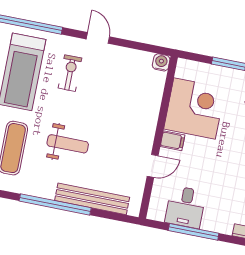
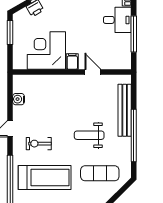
water cooler: (161, 62) -> (18, 99), moved
weight bench: (68, 144) -> (89, 135), turned -90
desk: (185, 207) -> (117, 20), moved

